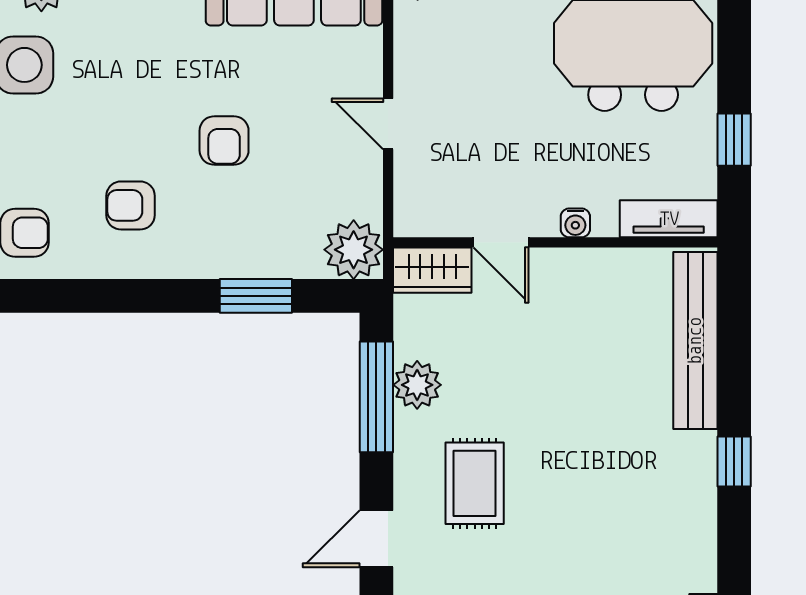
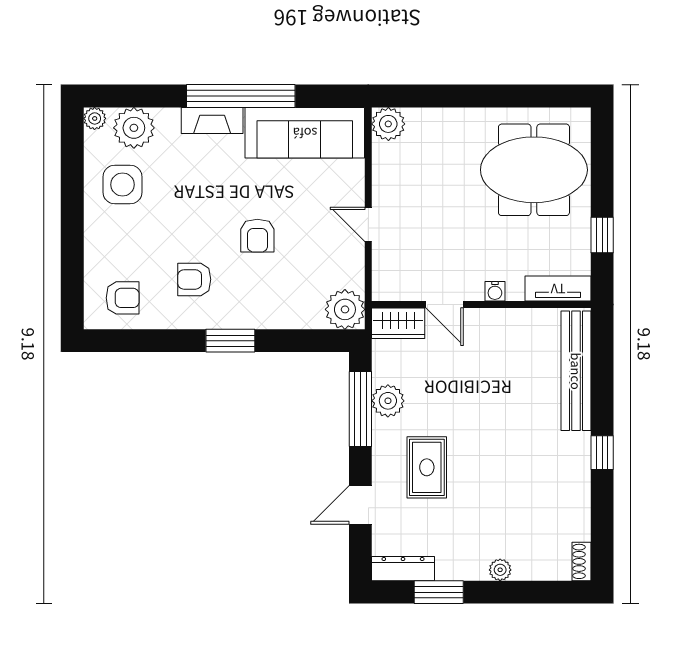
window: (256, 296) -> (230, 341), moved

